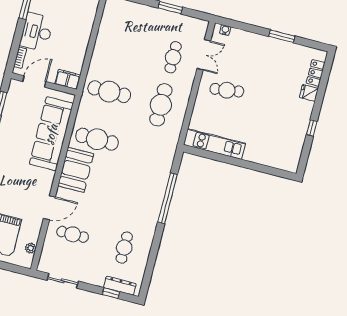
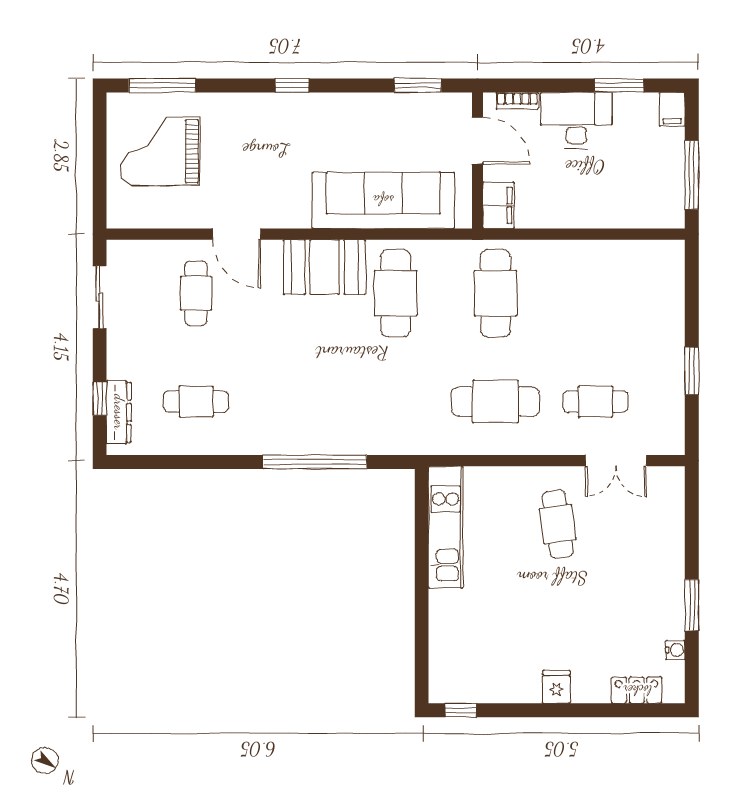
water cooler: (225, 30) -> (675, 650), moved
fridge: (309, 93) -> (556, 687), moved
window: (312, 128) -> (461, 710), moved
plant: (31, 248) -> (148, 218), removed

